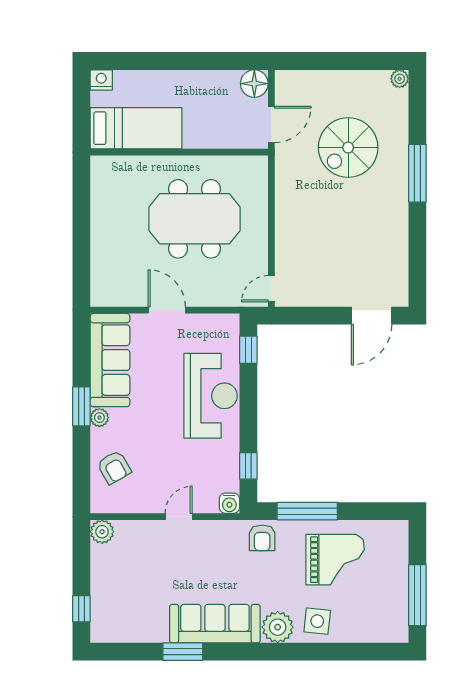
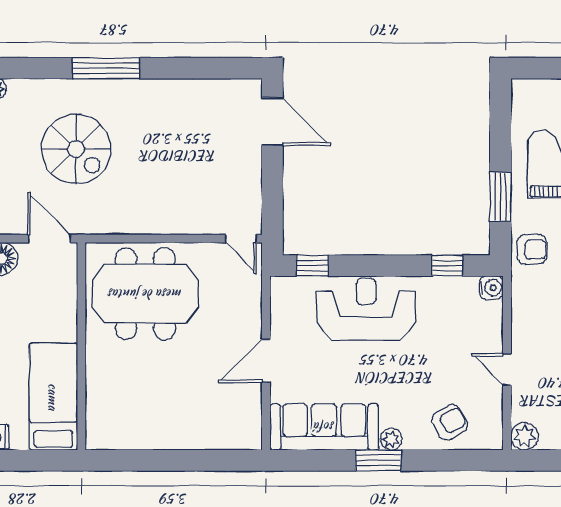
meeting table: (195, 219) -> (145, 294), moved, turned 90
window: (307, 511) -> (500, 197), width x0.69
door: (179, 517) -> (507, 369), moved

